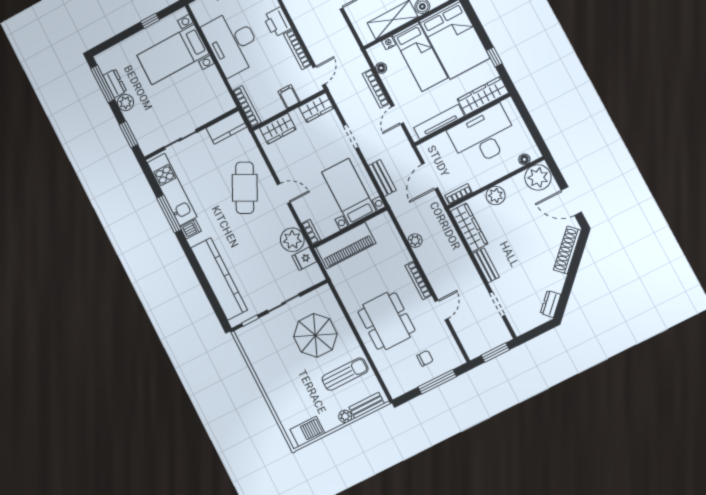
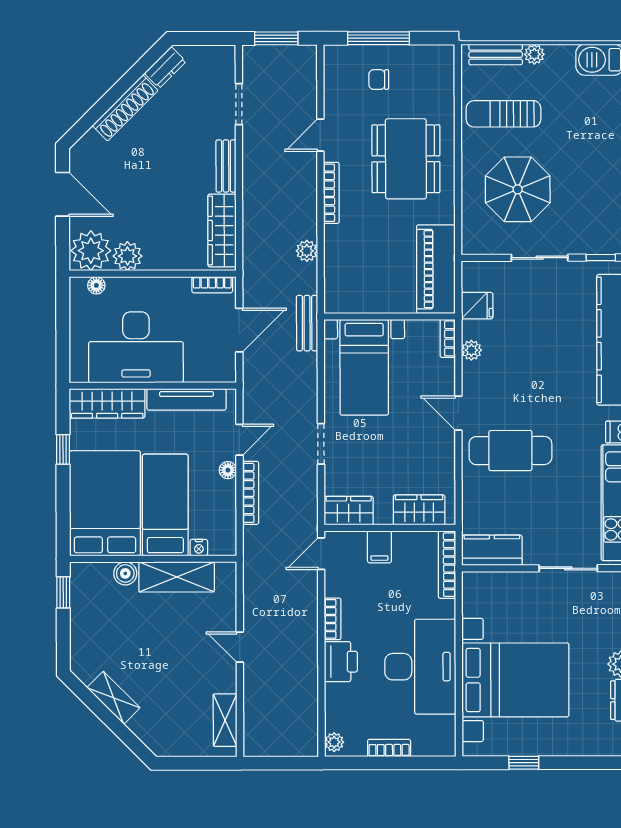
bookcase: (297, 50) -> (333, 619), width x0.64
bed with nightstands: (173, 54) -> (515, 680), width x1.36
floor lamp: (381, 68) -> (228, 470), moved
bench: (382, 178) -> (307, 323), moved
cafe table: (245, 188) -> (510, 451), turned 63
plant: (496, 195) -> (128, 256), moved
plant: (292, 240) -> (471, 350), width x0.53, depth x0.53
piano: (346, 245) -> (436, 269), moved, turned -90
shoe rack: (567, 250) -> (125, 108), moved

